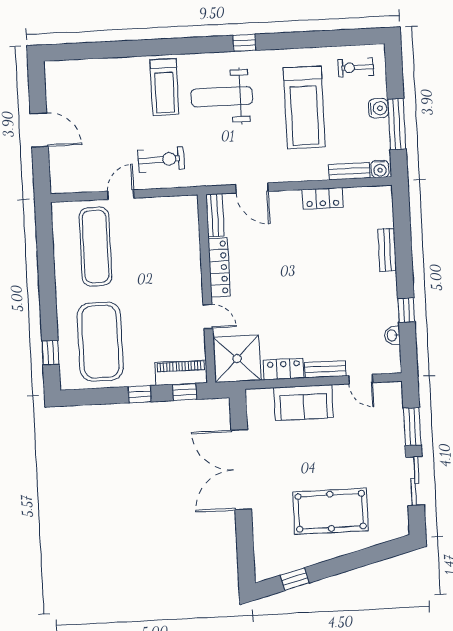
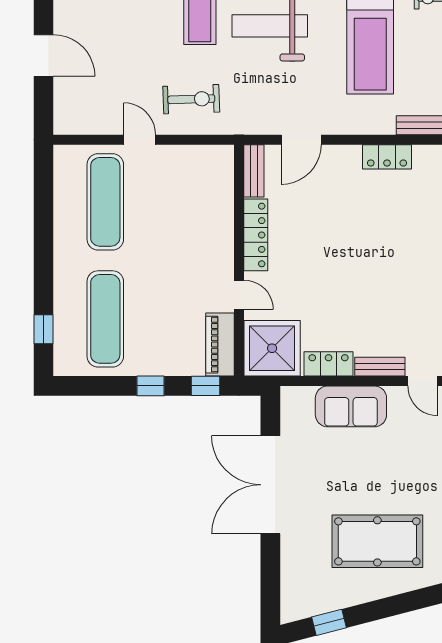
door: (252, 188) -> (301, 140), hinge flipped
door: (121, 195) -> (140, 140), hinge flipped
exercise mat: (100, 342) -> (105, 319), width x0.68
piano: (181, 373) -> (220, 345), moved, turned -90

